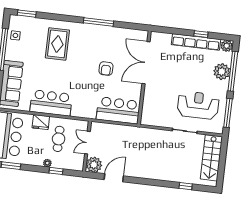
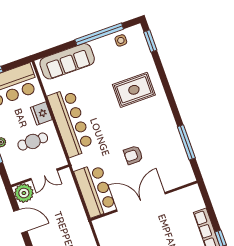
window: (98, 22) -> (186, 142), moved
double door: (146, 63) -> (141, 202), moved
bar counter: (51, 103) -> (70, 123), width x1.36
double door: (87, 143) -> (44, 174), swing flipped

